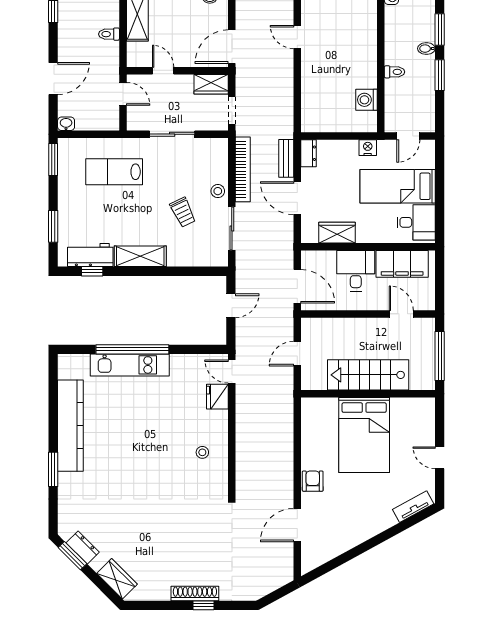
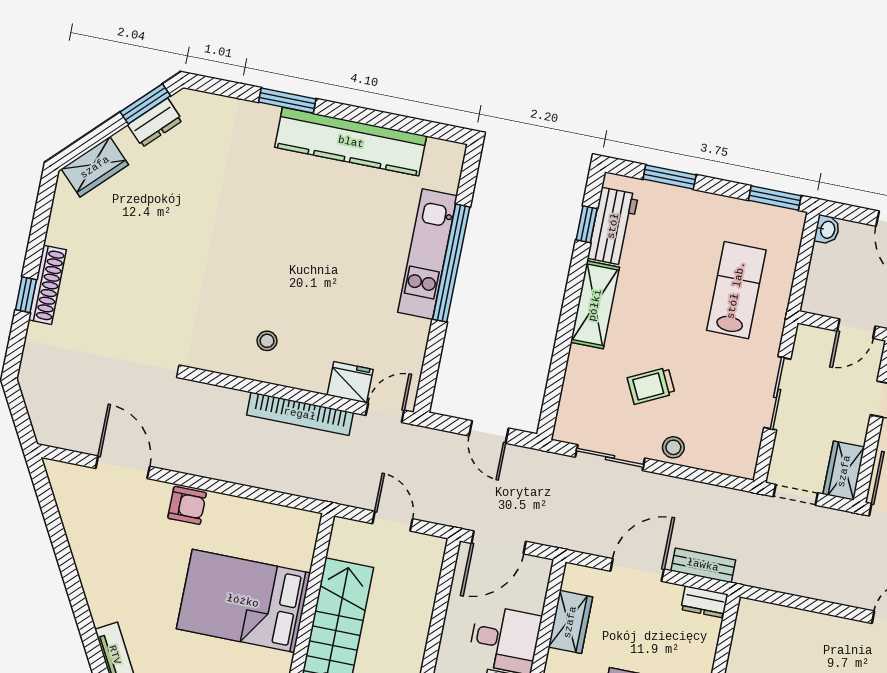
bookcase: (243, 169) -> (300, 414), moved

